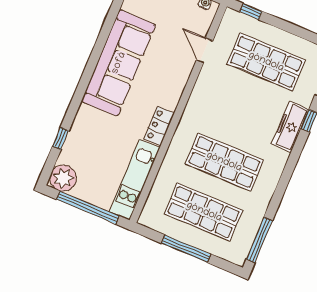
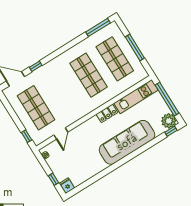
sofa: (119, 63) -> (127, 142), moved
freezer: (290, 127) -> (46, 70), removed
window: (61, 138) -> (171, 131), moved

